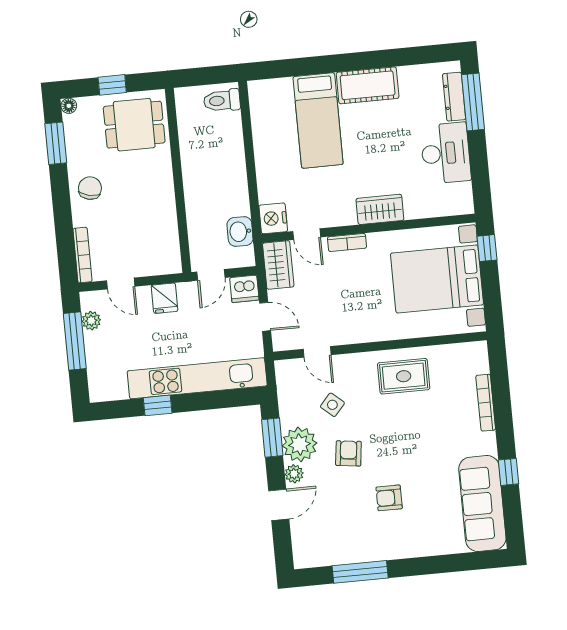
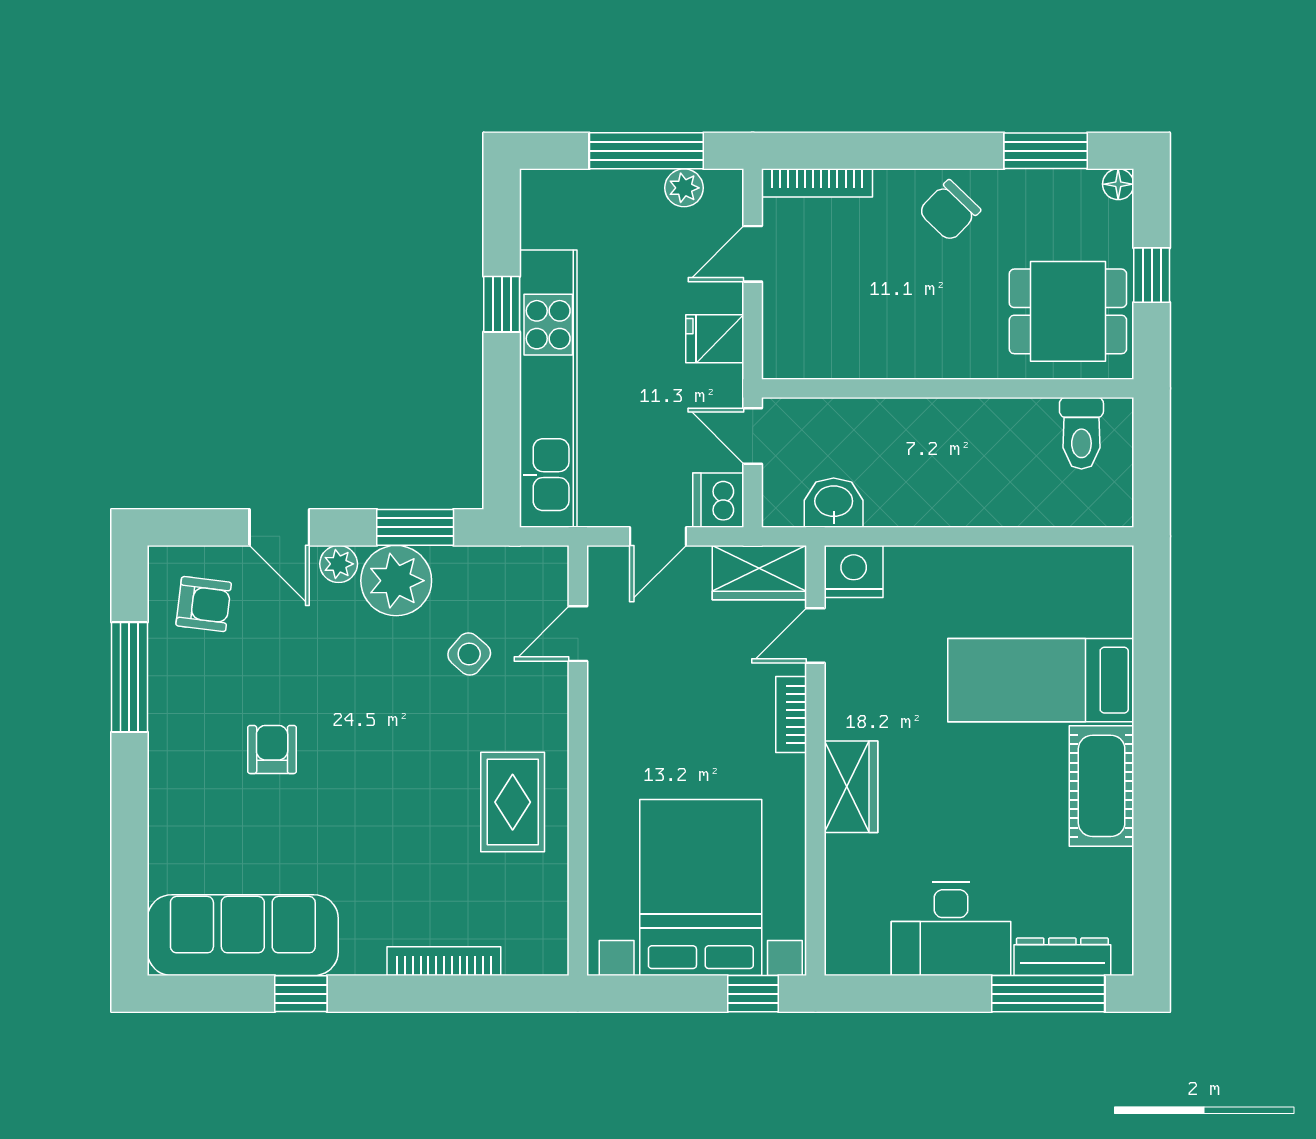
toilet: (222, 101) -> (1081, 433), moved, turned 180
dining table: (134, 125) -> (1068, 311), turned 90
chair: (90, 188) -> (949, 211), turned 121
armchair: (348, 453) -> (204, 604), moved

